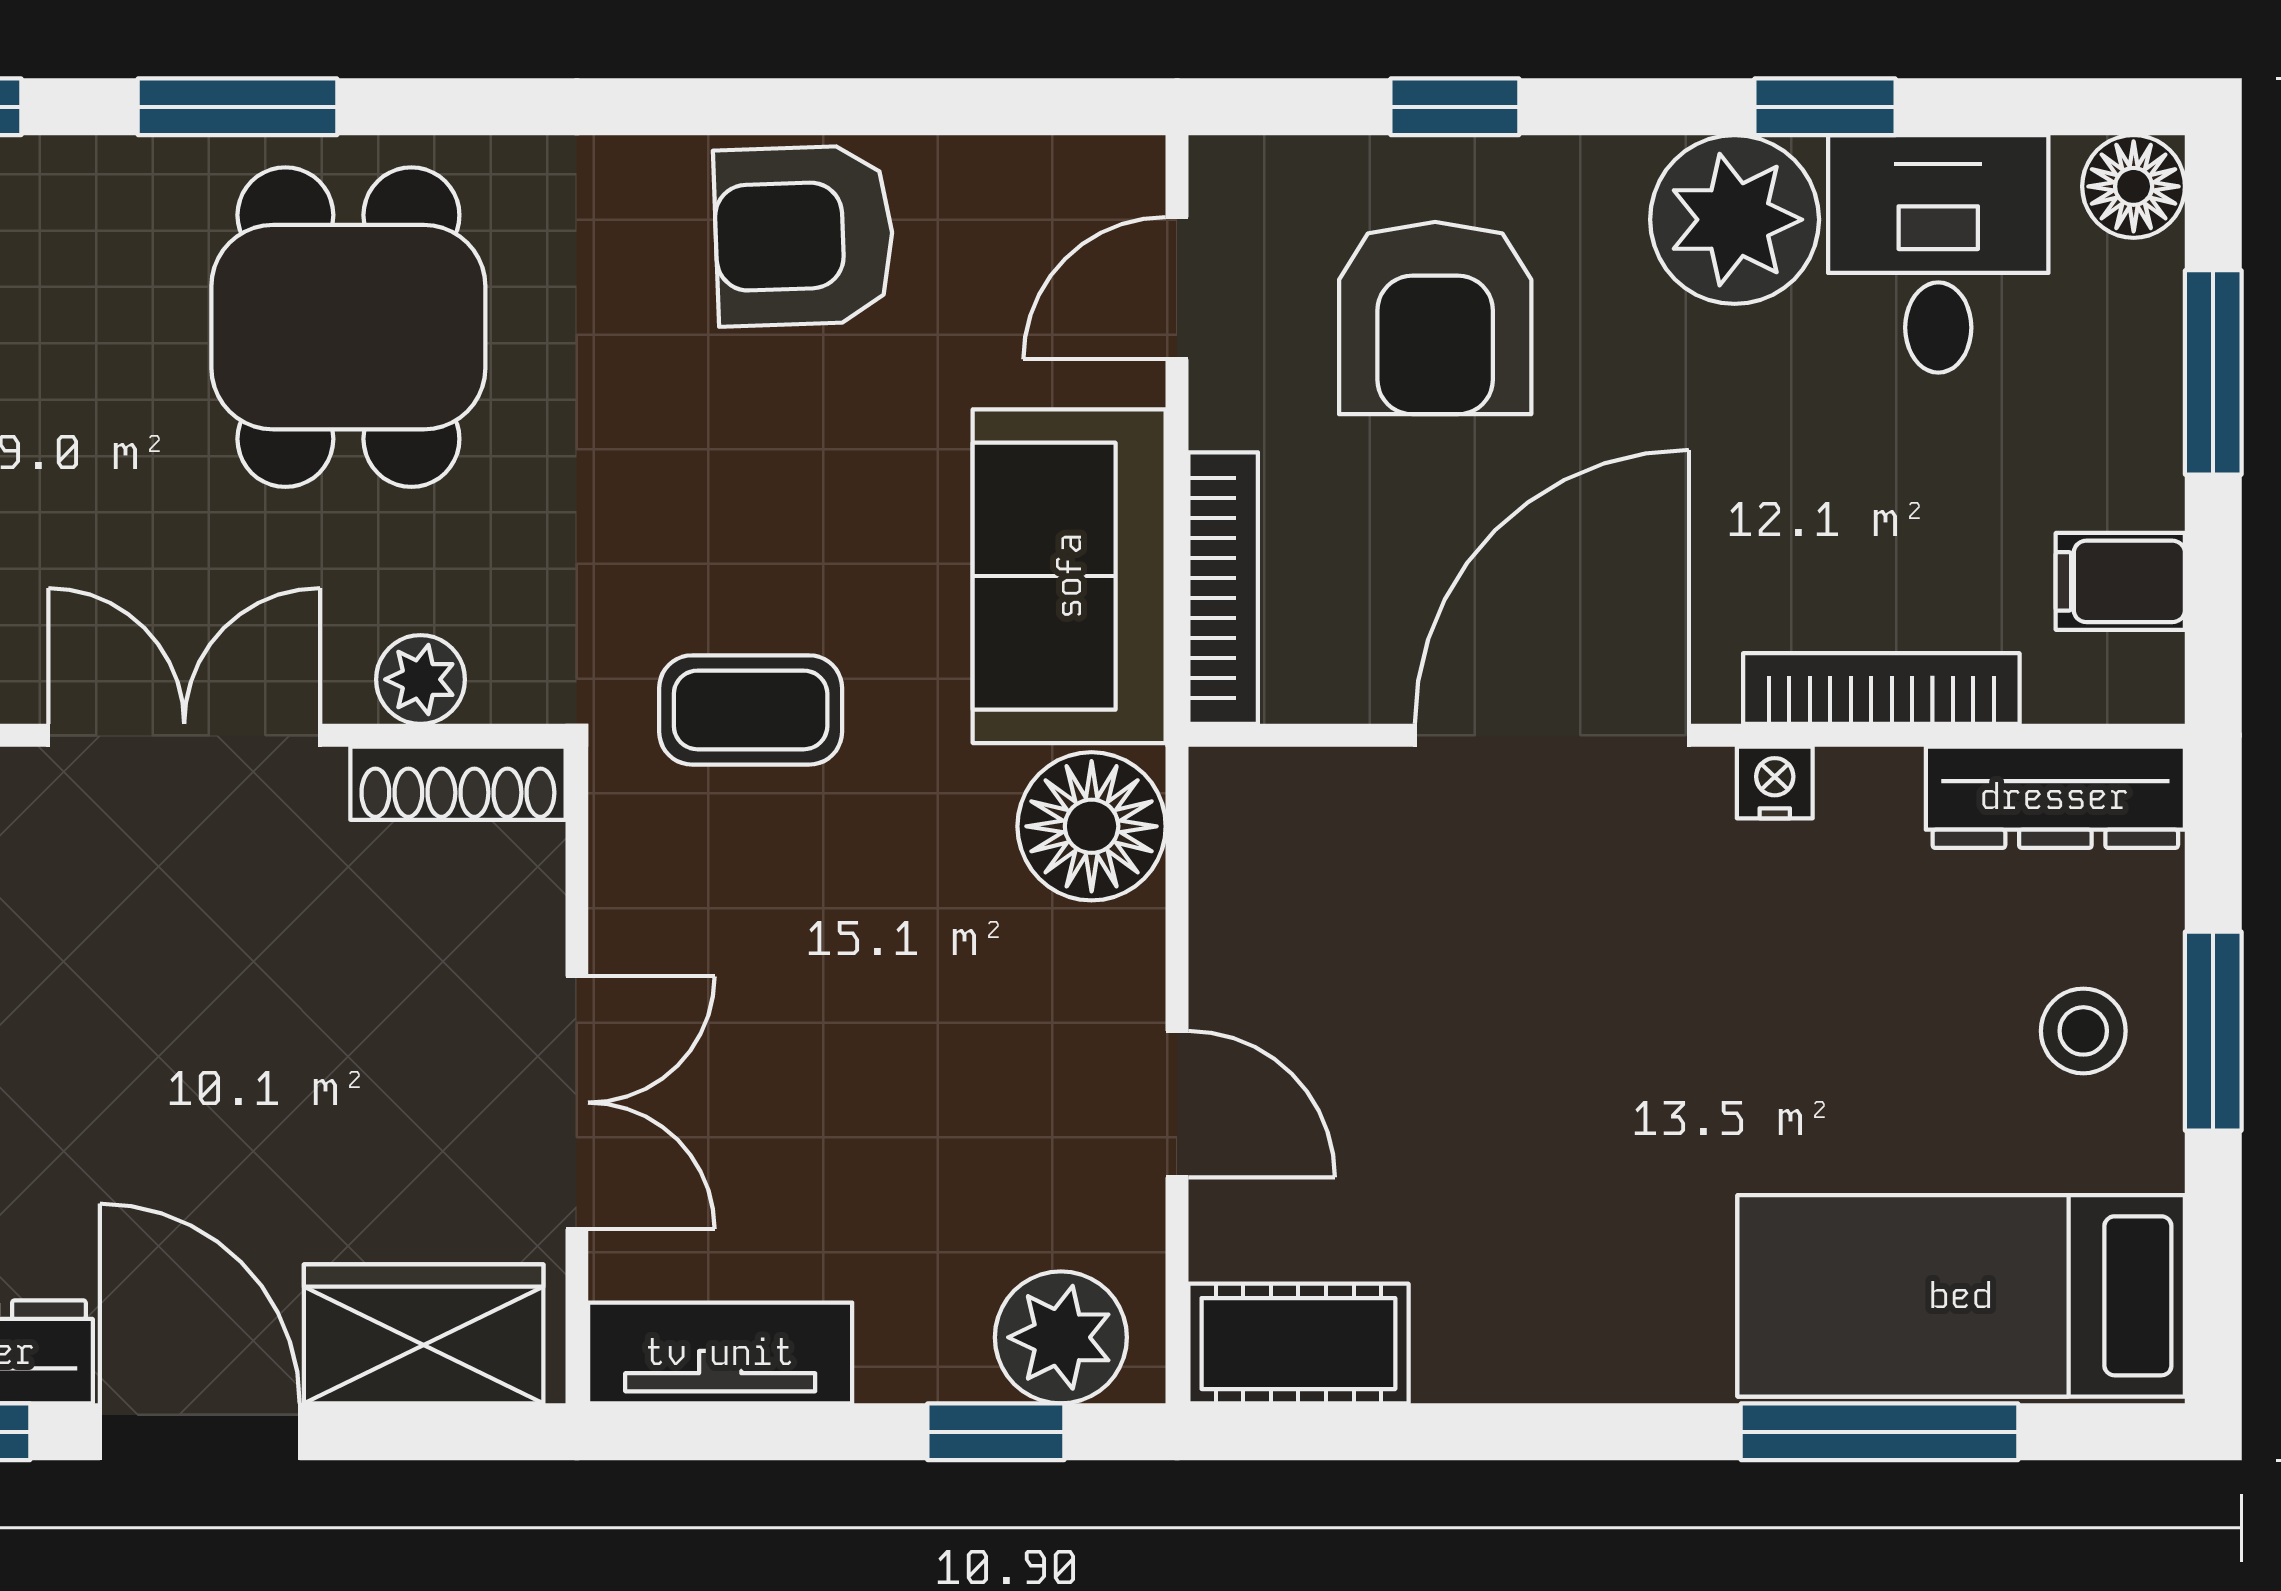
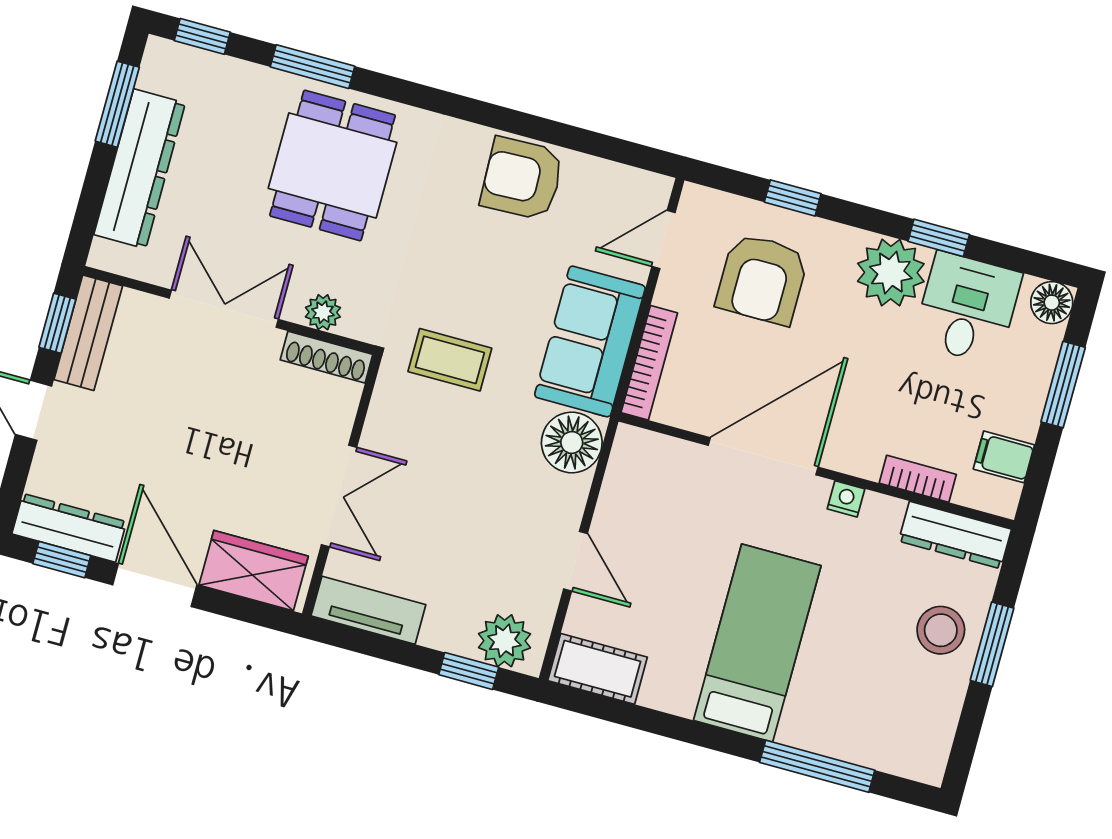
bookcase: (1881, 689) -> (918, 479), width x0.64
stool: (2083, 1031) -> (941, 630), width x1.37, depth x1.37
bed: (1961, 1296) -> (757, 643), moved, turned 90

